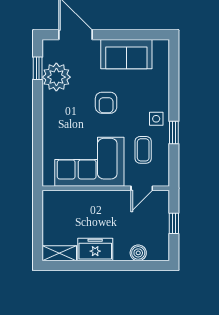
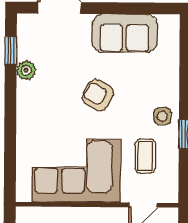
plant: (56, 77) -> (26, 70), width x0.53, depth x0.53
armchair: (106, 103) -> (98, 95), turned 119

